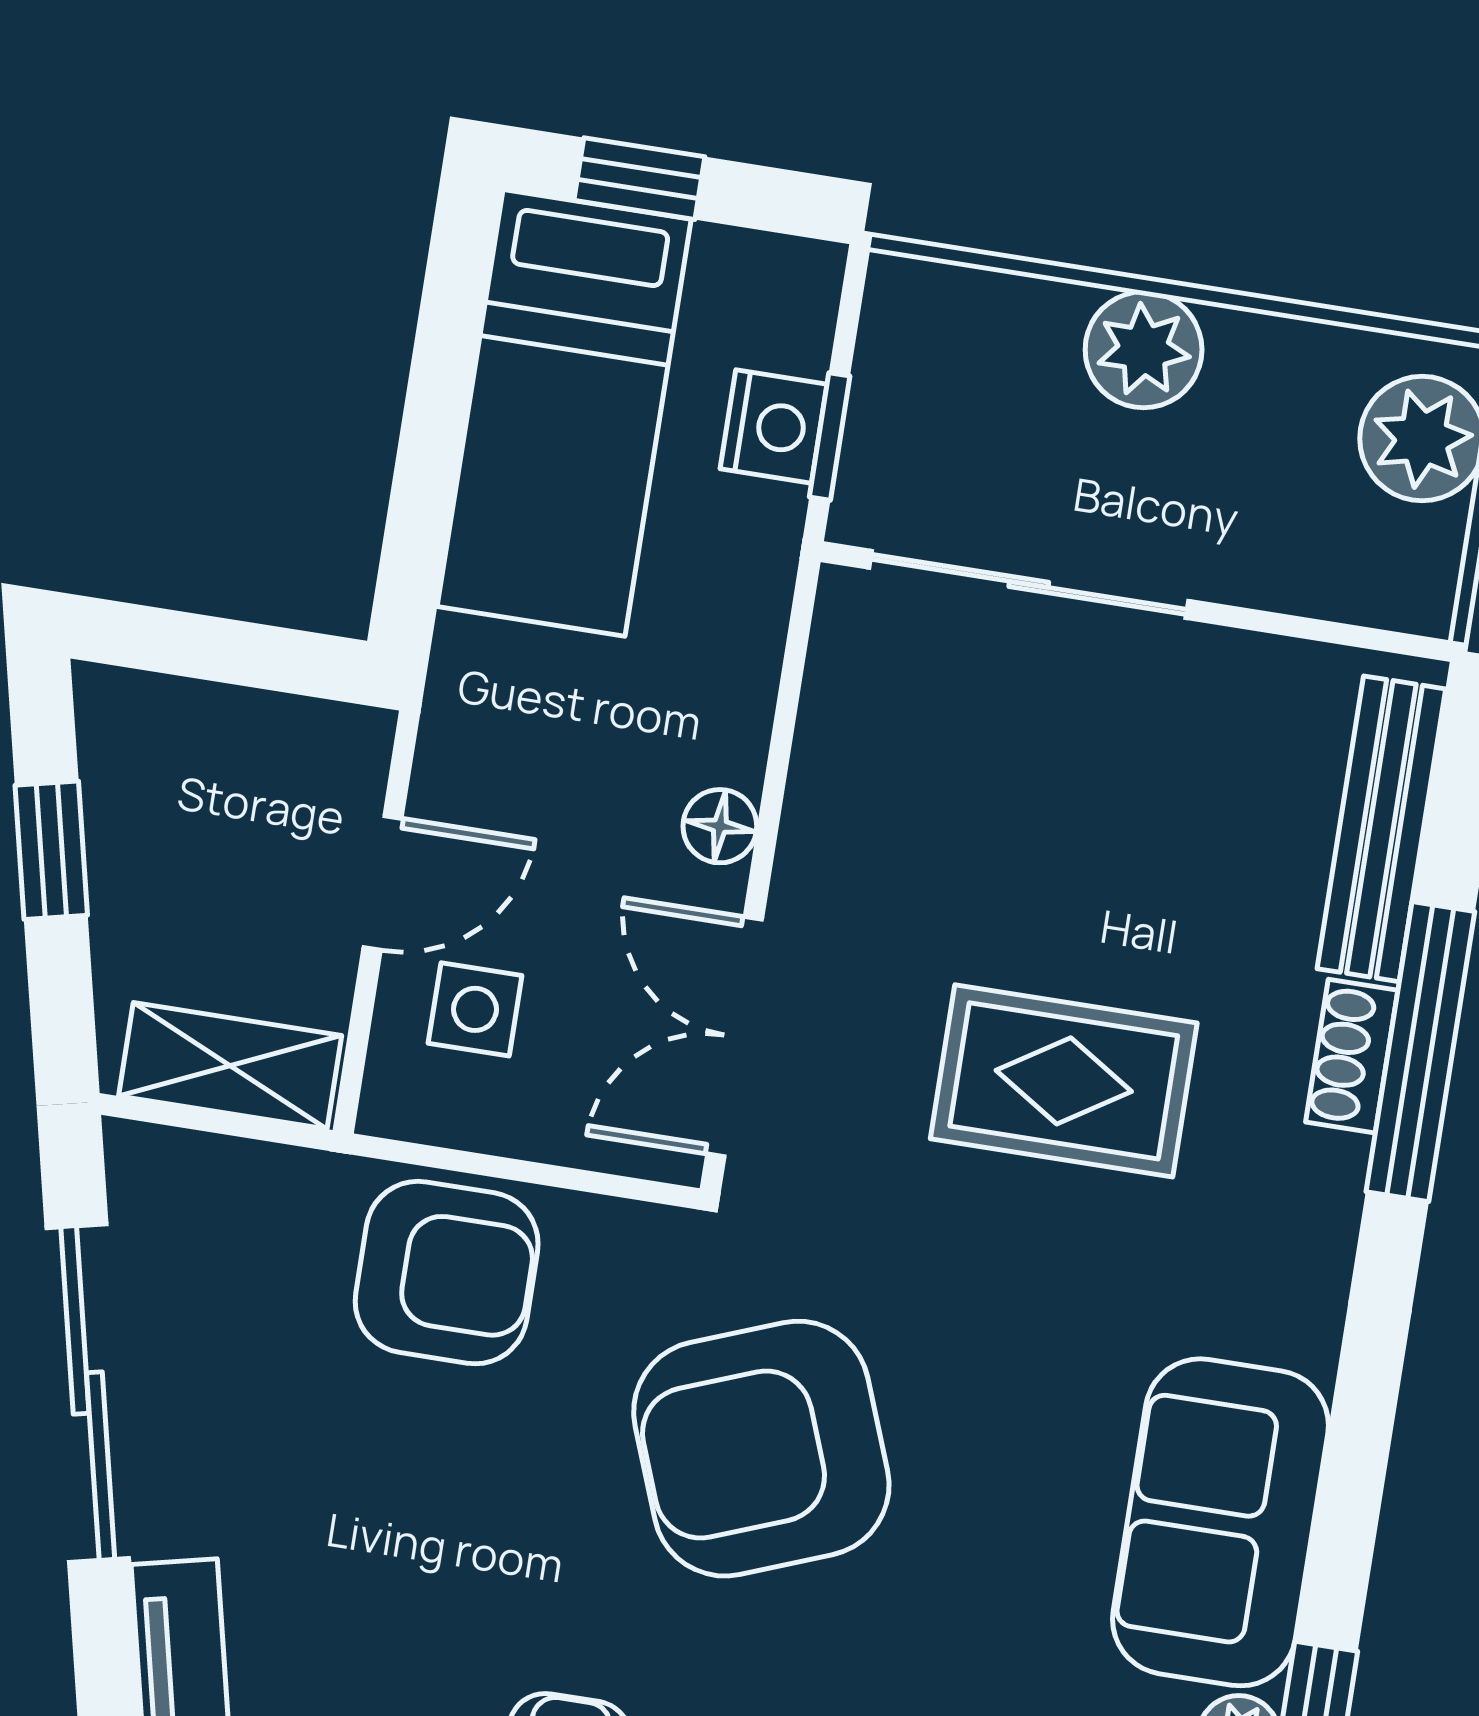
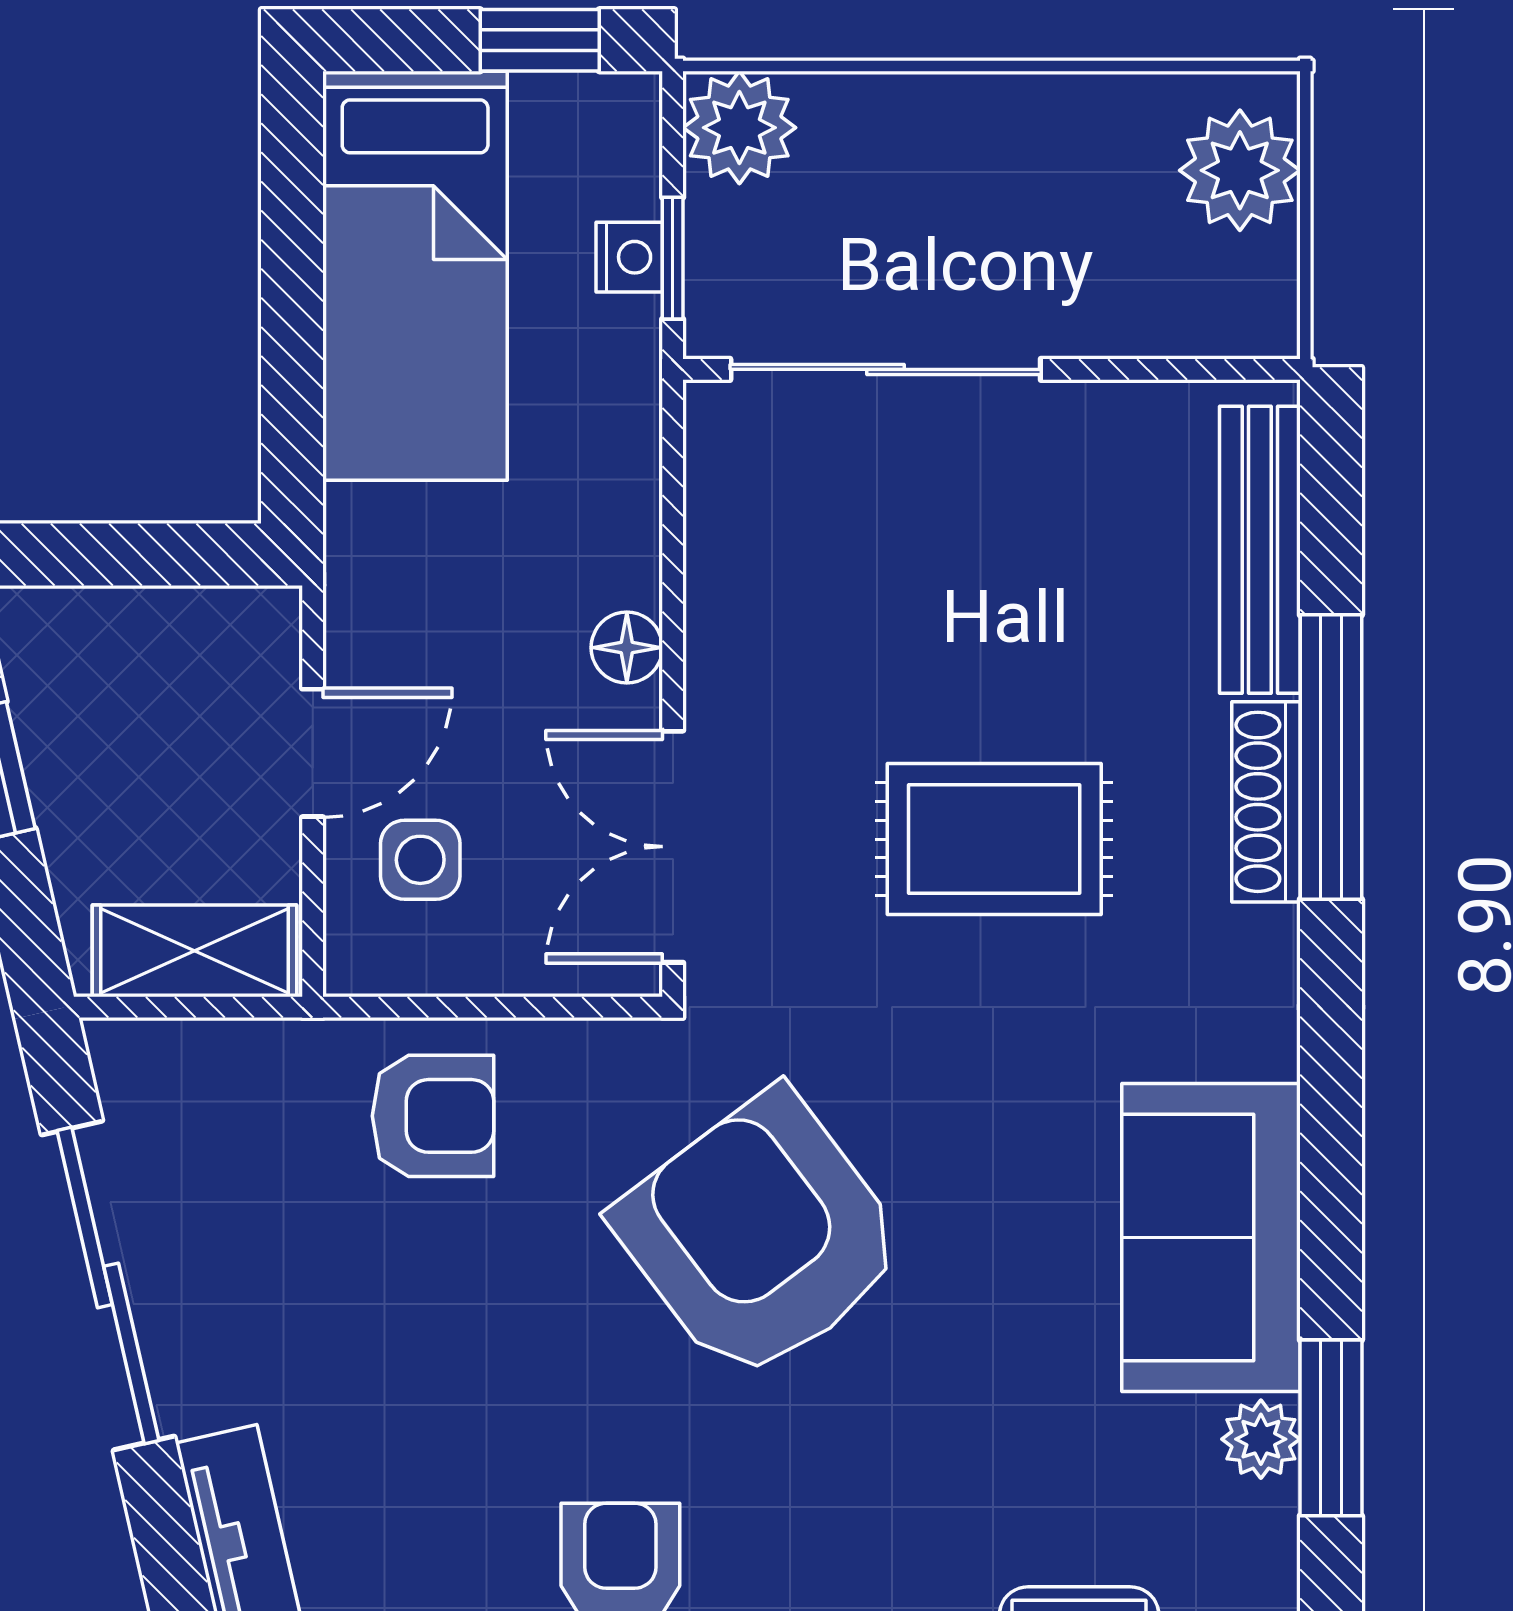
window: (639, 179) -> (540, 40), moved
plant: (1144, 350) -> (739, 128), moved
nightstand: (774, 427) -> (629, 257), width x0.72, depth x0.74
shoe rack: (1352, 1056) -> (1266, 802), width x1.43
armchair: (447, 1273) -> (433, 1116), width x0.72, depth x0.72
armchair: (761, 1449) -> (761, 1237), turned 74

